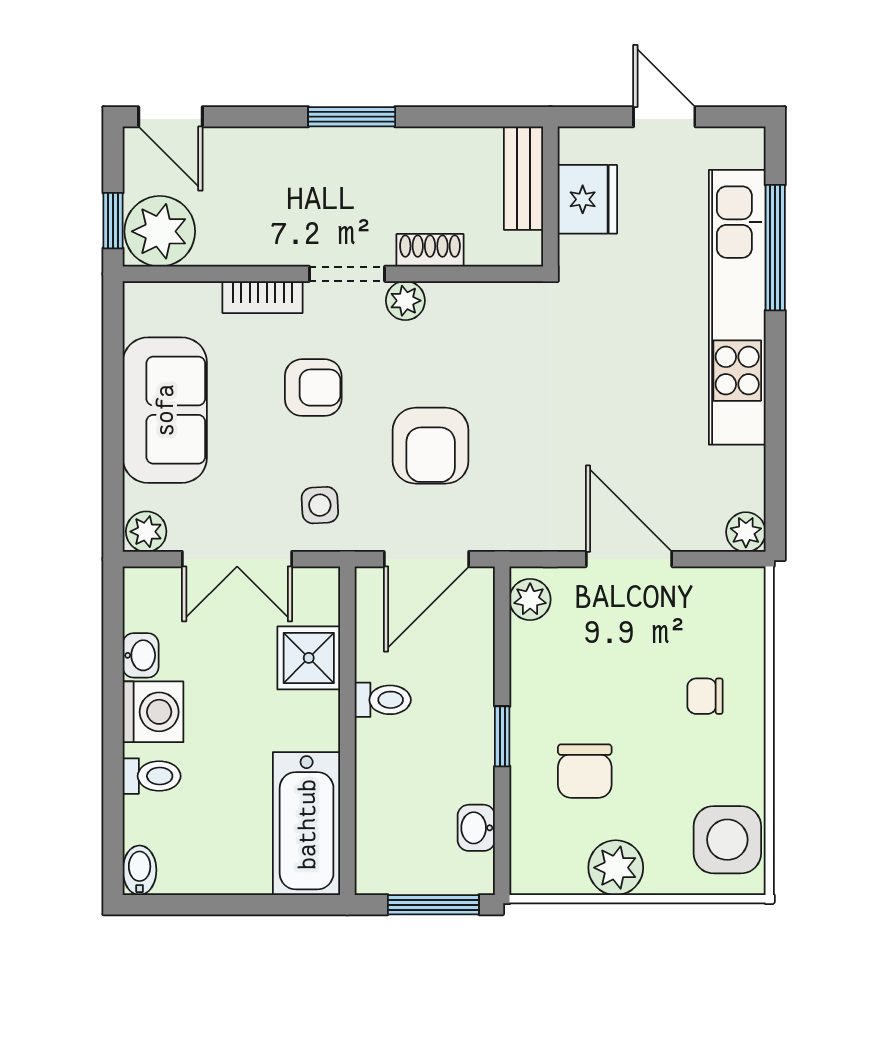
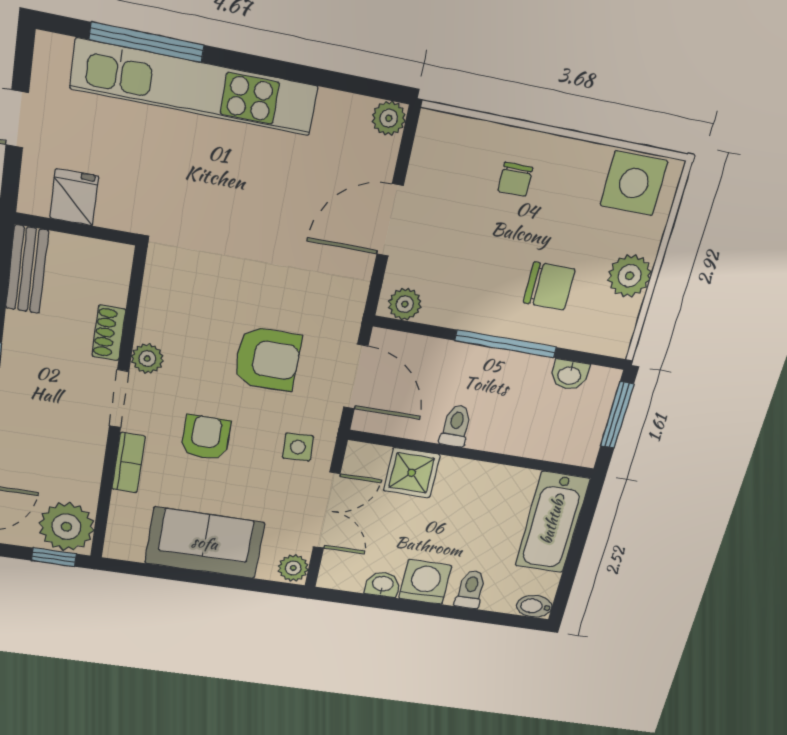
bench: (524, 178) -> (27, 269), moved, turned 90
fridge: (587, 199) -> (74, 197), width x0.72
window: (502, 736) -> (506, 344), width x2.17
bathtub: (307, 824) -> (552, 522), moved, turned 90

